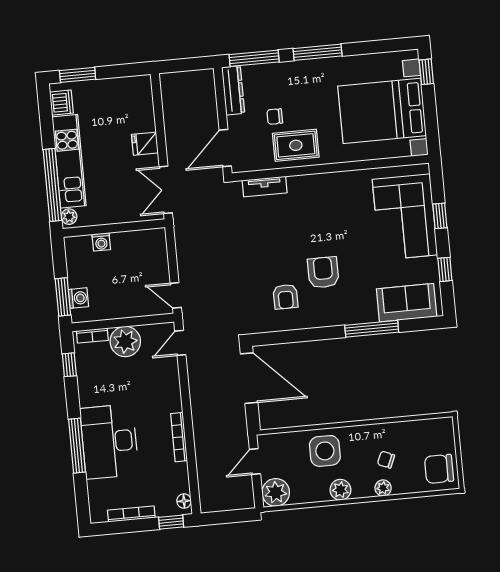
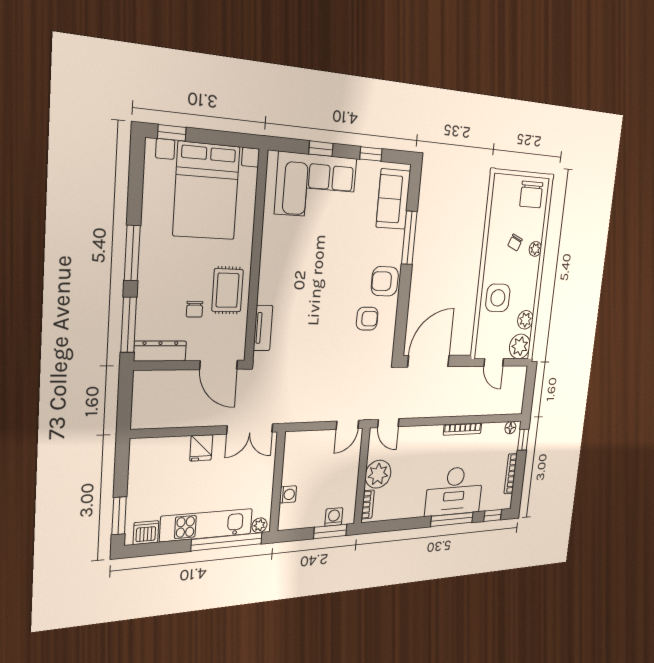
armchair: (323, 272) -> (385, 281), moved
window: (69, 365) -> (493, 515), moved
plant: (340, 490) -> (525, 320), moved

